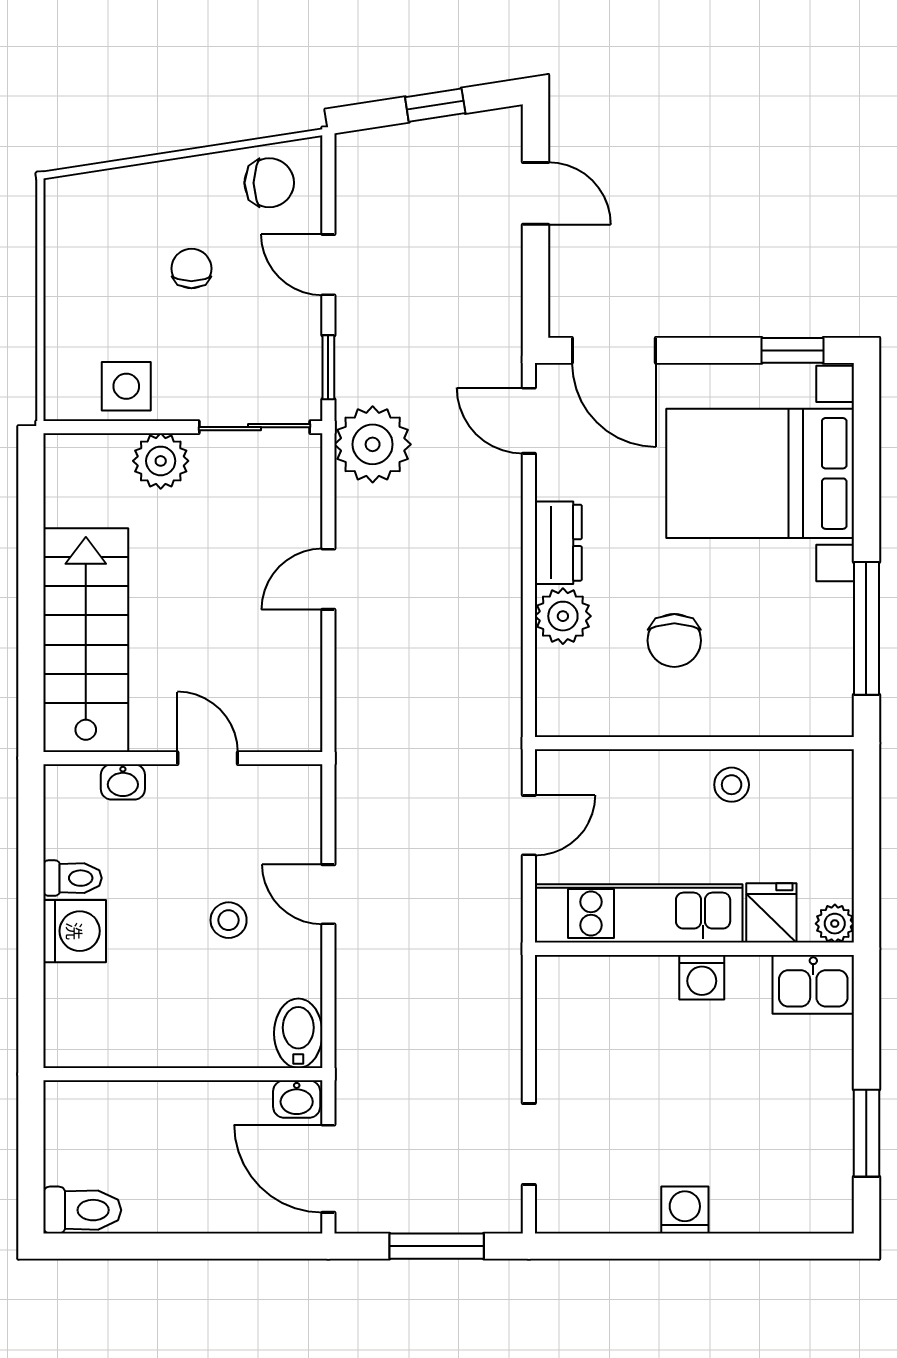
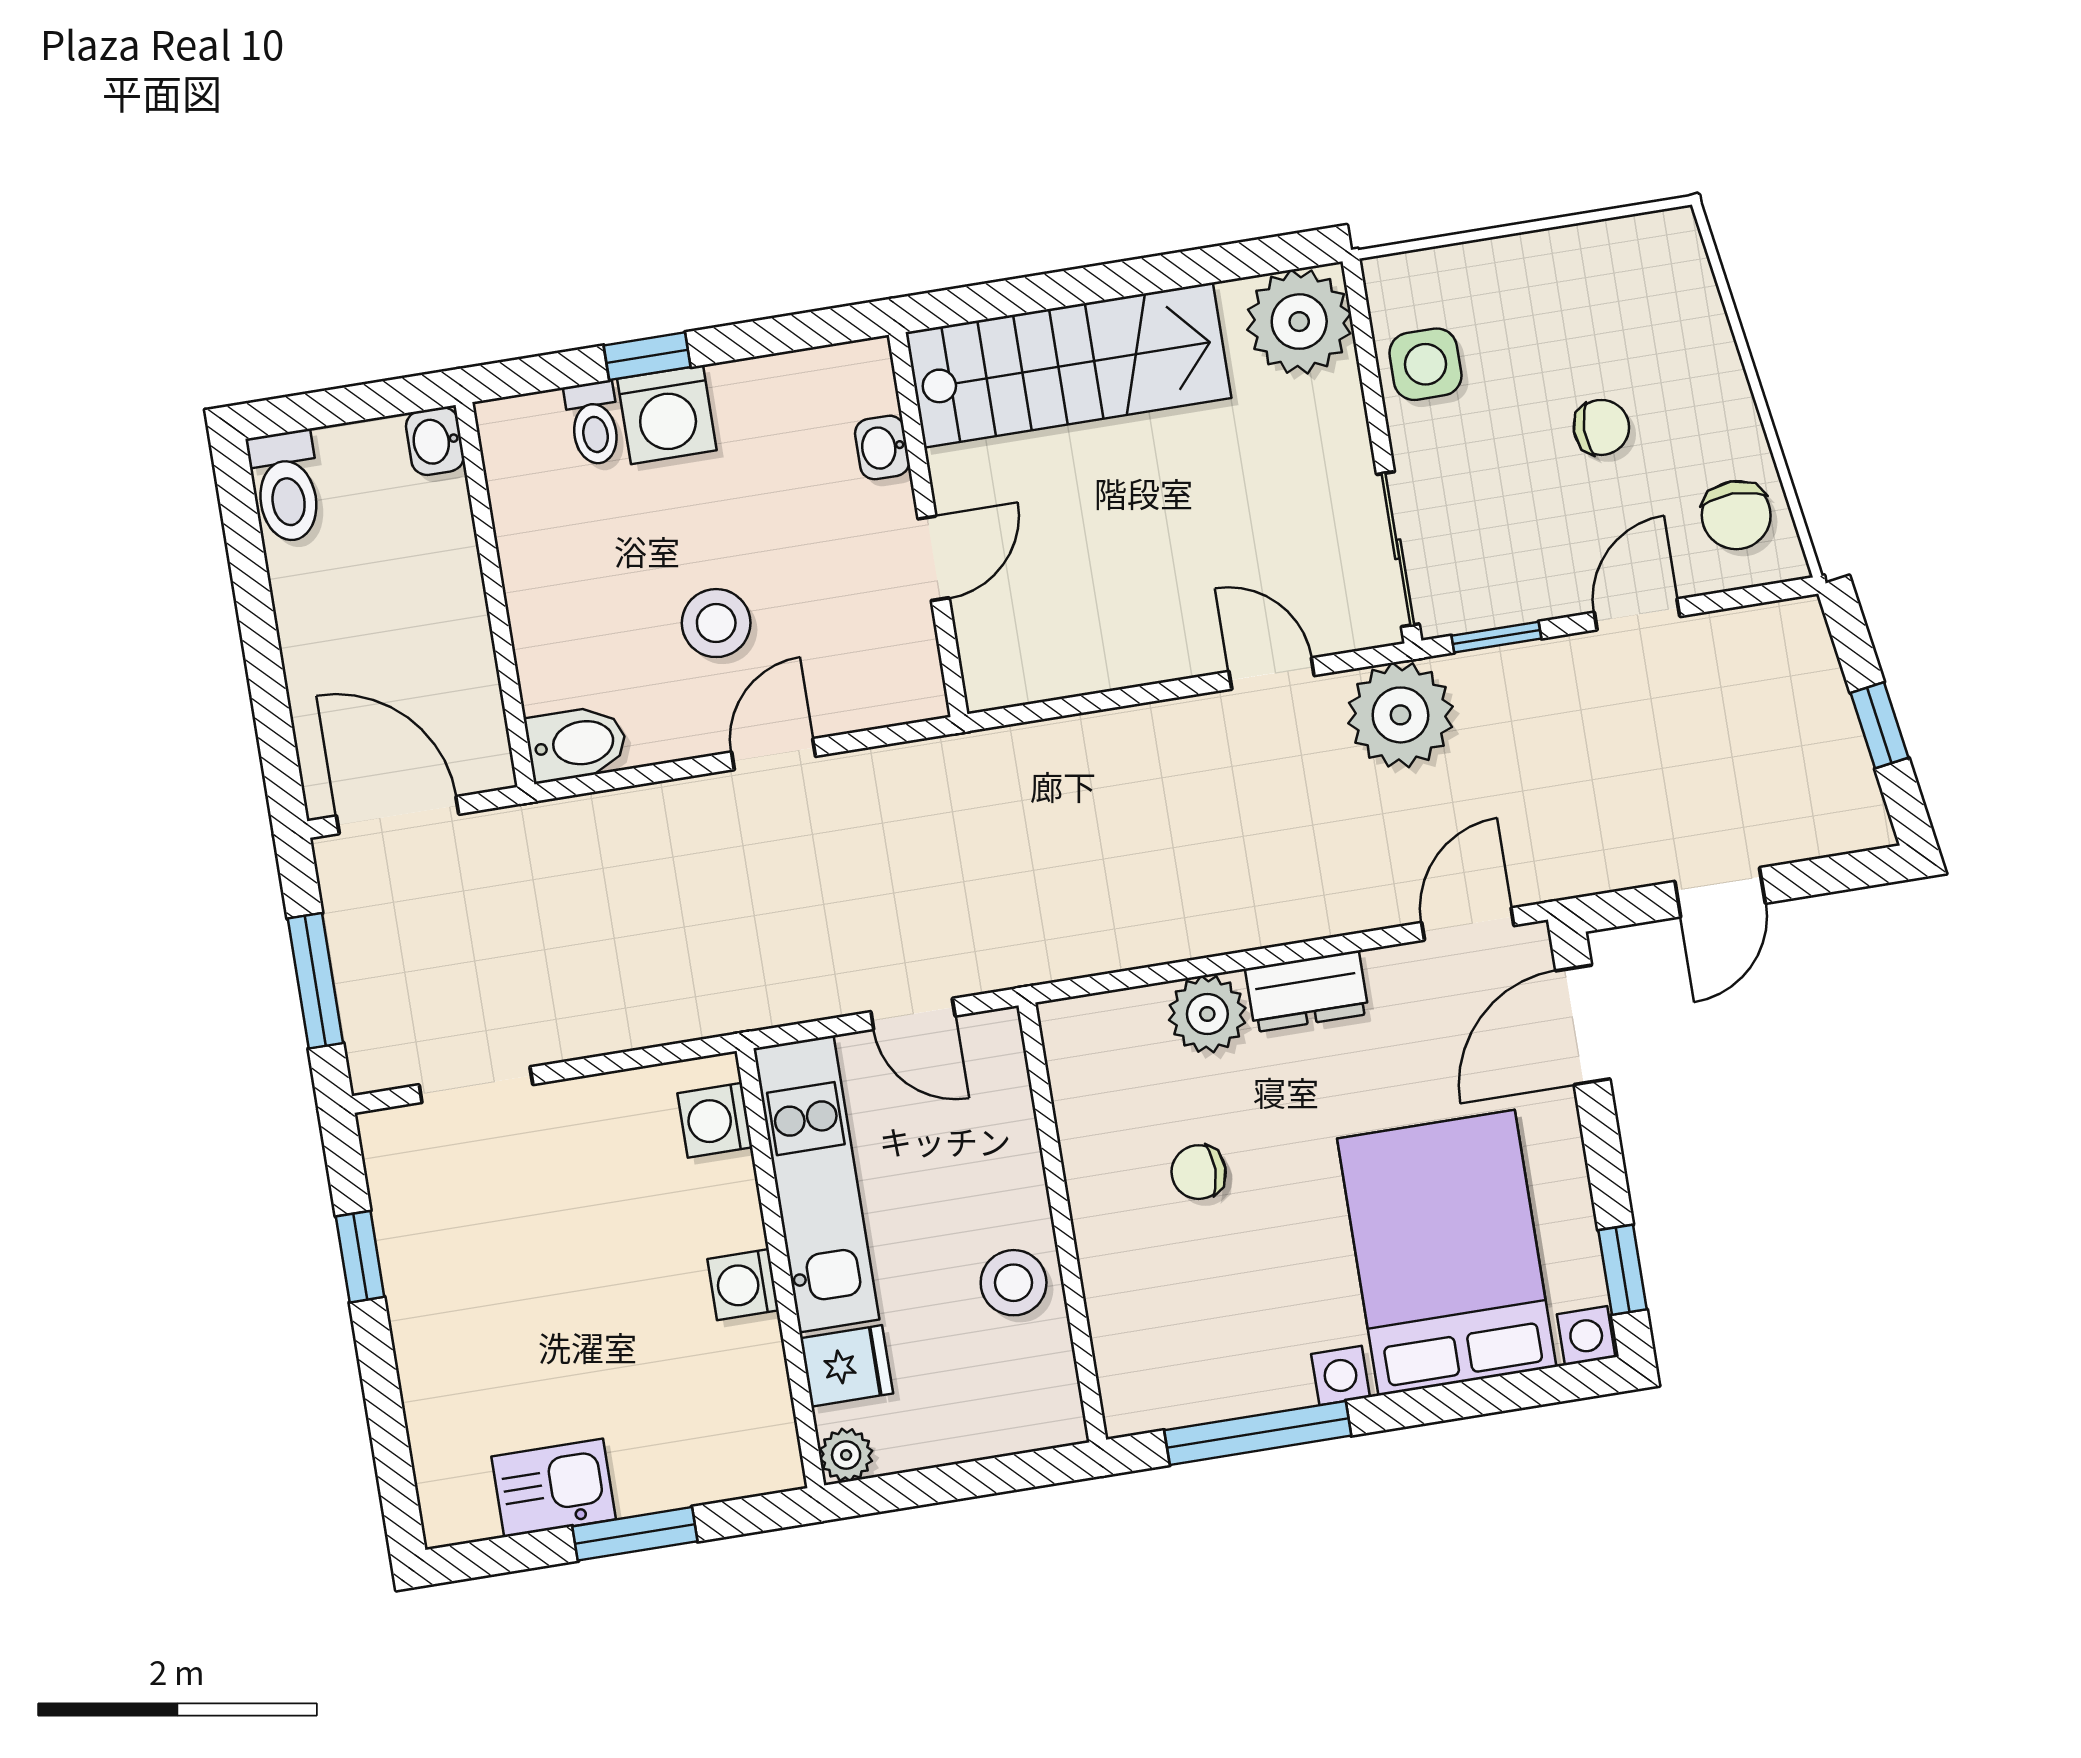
door: (535, 193) -> (1720, 892), moved
plant: (161, 461) -> (1299, 322), moved, width x1.36, depth x1.36
door: (328, 579) -> (1272, 674), moved
chair: (674, 640) -> (1199, 1172), width x0.73, depth x0.73
stool: (732, 785) -> (1014, 1283), width x1.37, depth x1.37
toilet: (73, 878) -> (594, 423), moved
stool: (229, 920) -> (716, 623), width x1.37, depth x1.37
window: (31, 938) -> (647, 356), added
kitchen sink: (813, 984) -> (554, 1488), moved, turned 90
washbasin: (297, 1099) -> (435, 441), moved
window: (866, 1133) -> (635, 1534), moved
door: (328, 1169) -> (398, 815), hinge flipped
washing machine: (685, 1210) -> (715, 1120), moved, turned 180
window: (638, 1246) -> (360, 1257), added

